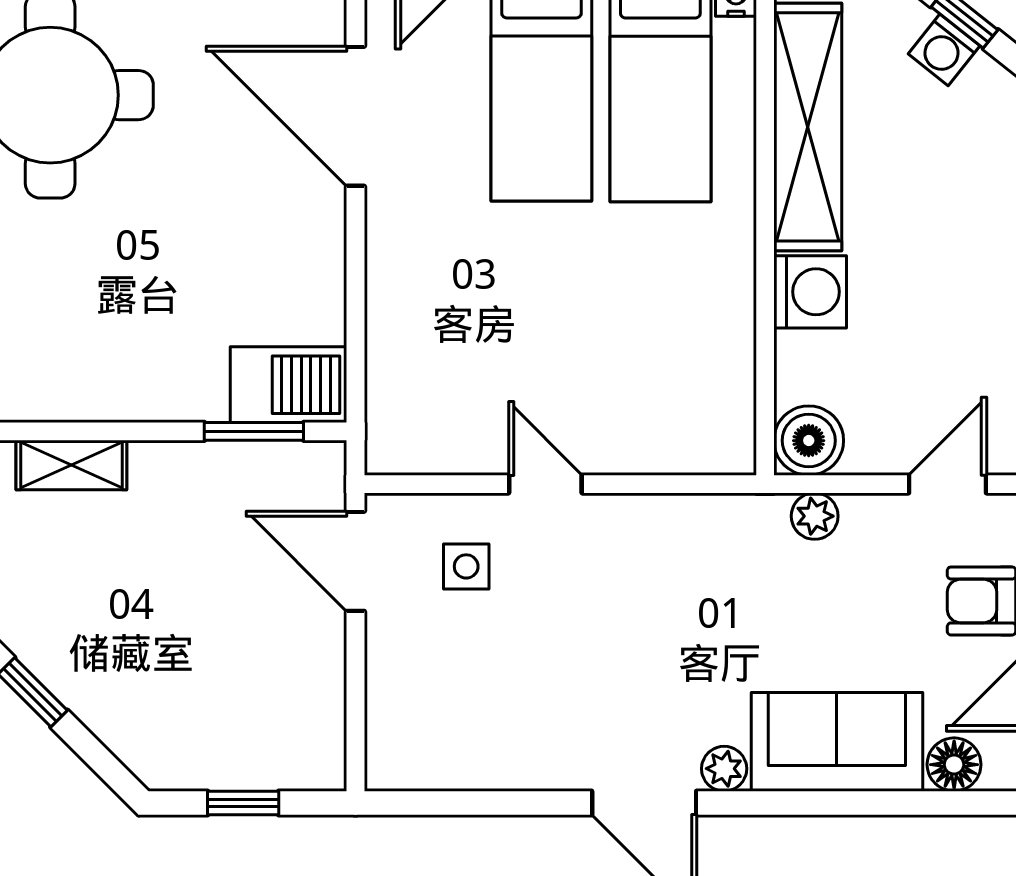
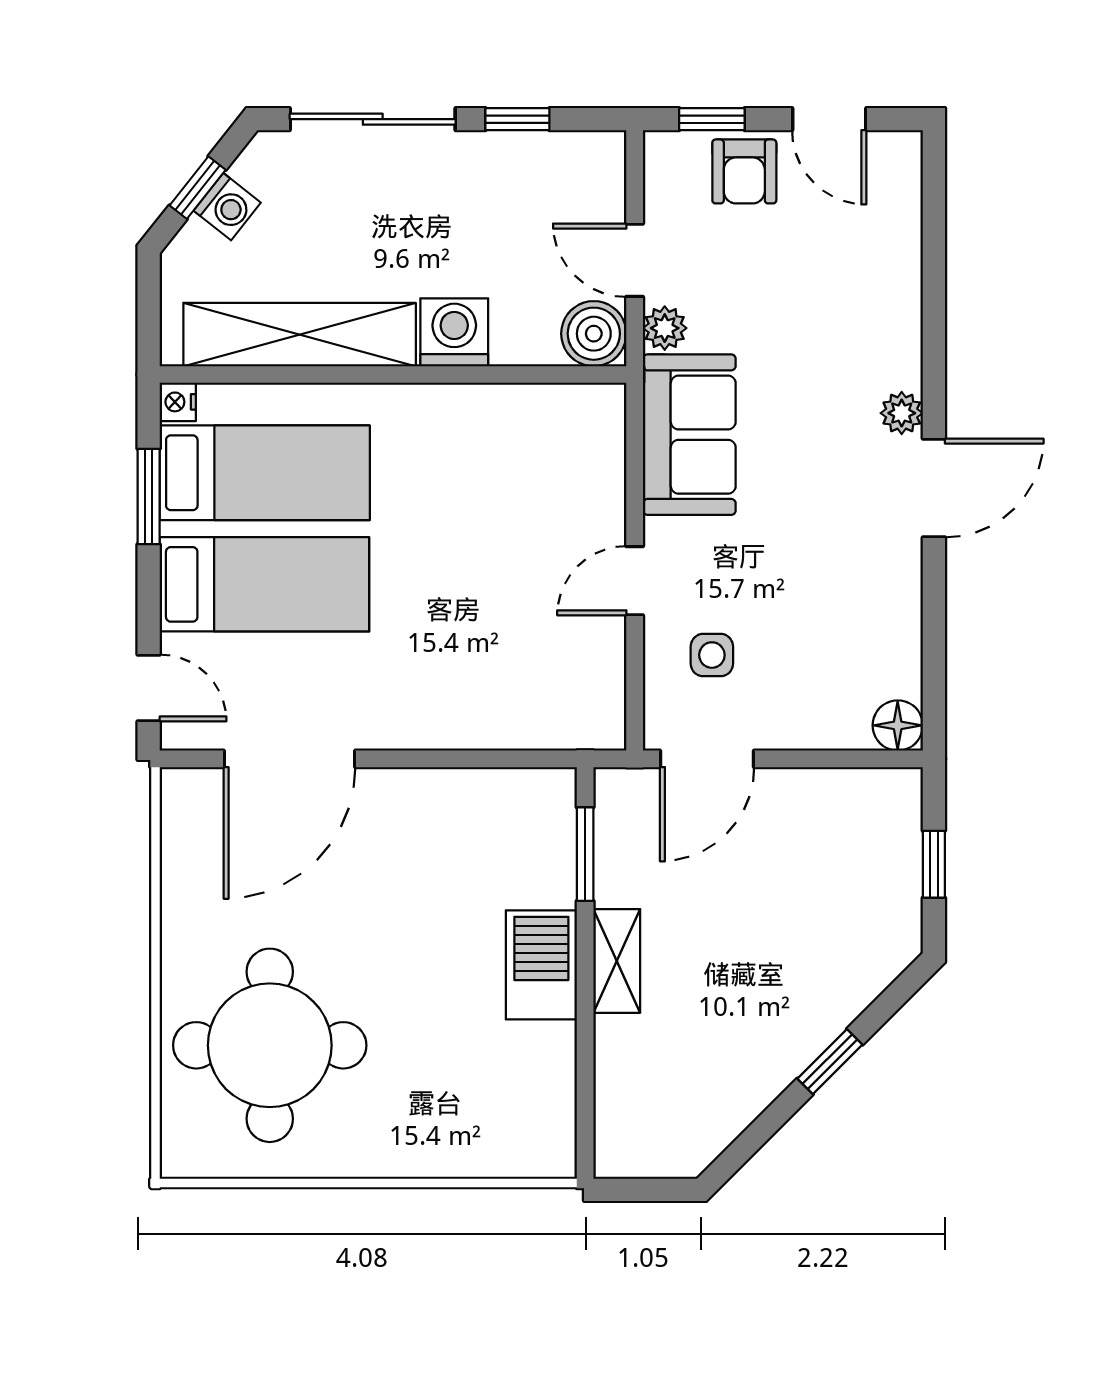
barbecue: (289, 385) -> (541, 965), moved
shelving: (71, 465) -> (617, 961), moved
door: (947, 484) -> (635, 260), moved
sofa: (837, 742) -> (689, 435), moved, turned 180
floor lamp: (954, 765) -> (898, 725), moved

